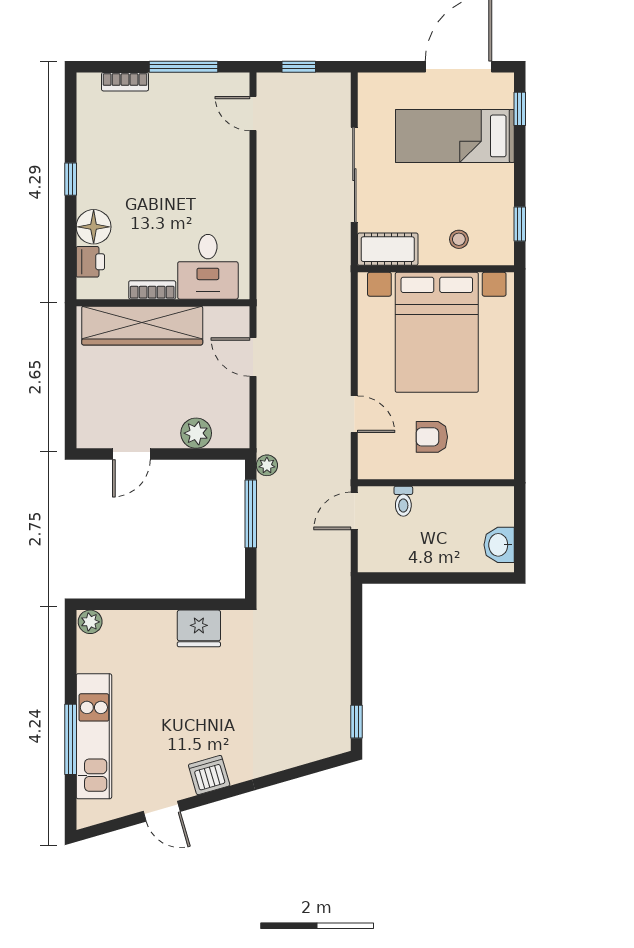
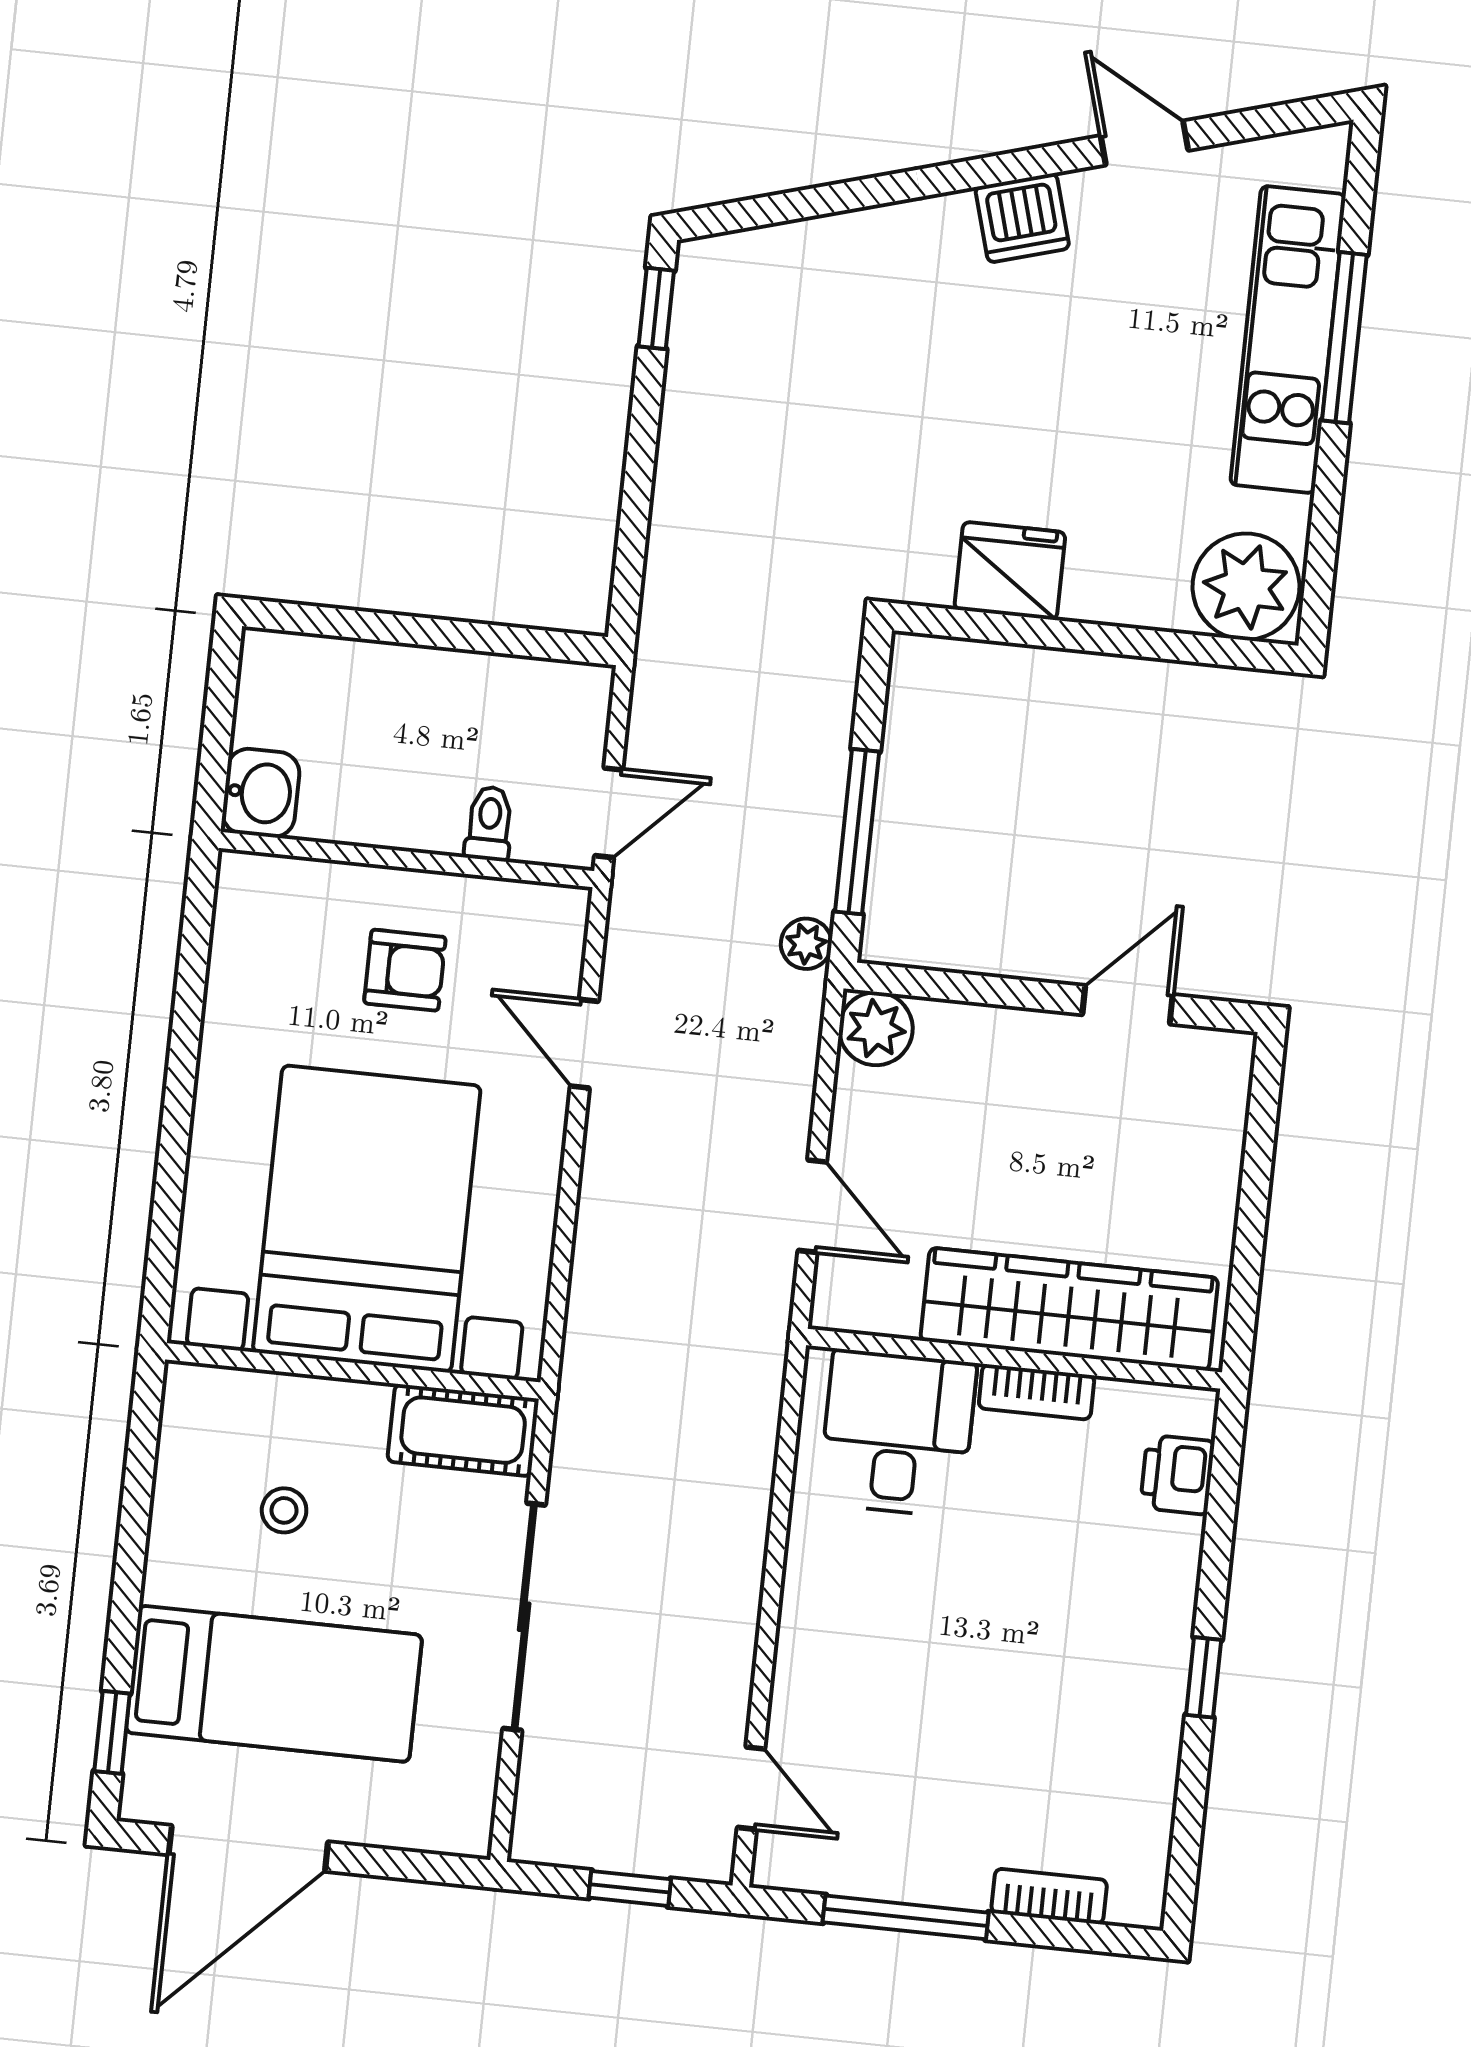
window: (520, 224) -> (141, 1457), removed
floor lamp: (94, 227) -> (1161, 1558), removed
stool: (459, 239) -> (284, 1510), moved
plant: (196, 433) -> (876, 1029), moved
washbasin: (499, 545) -> (261, 793), moved
plant: (90, 622) -> (1246, 587), width x1.87, depth x1.87

